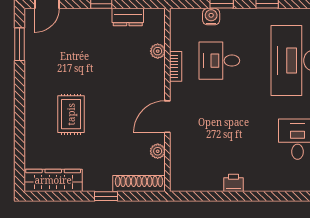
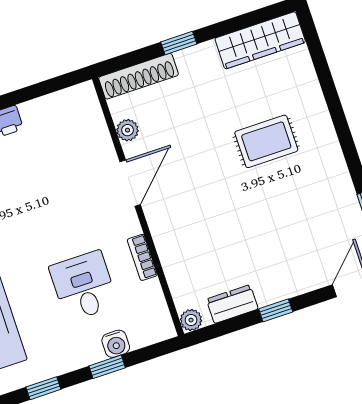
plant: (158, 51) -> (191, 320), moved
desk: (219, 61) -> (84, 286), turned -90
rug: (71, 114) -> (266, 141), turned 90

